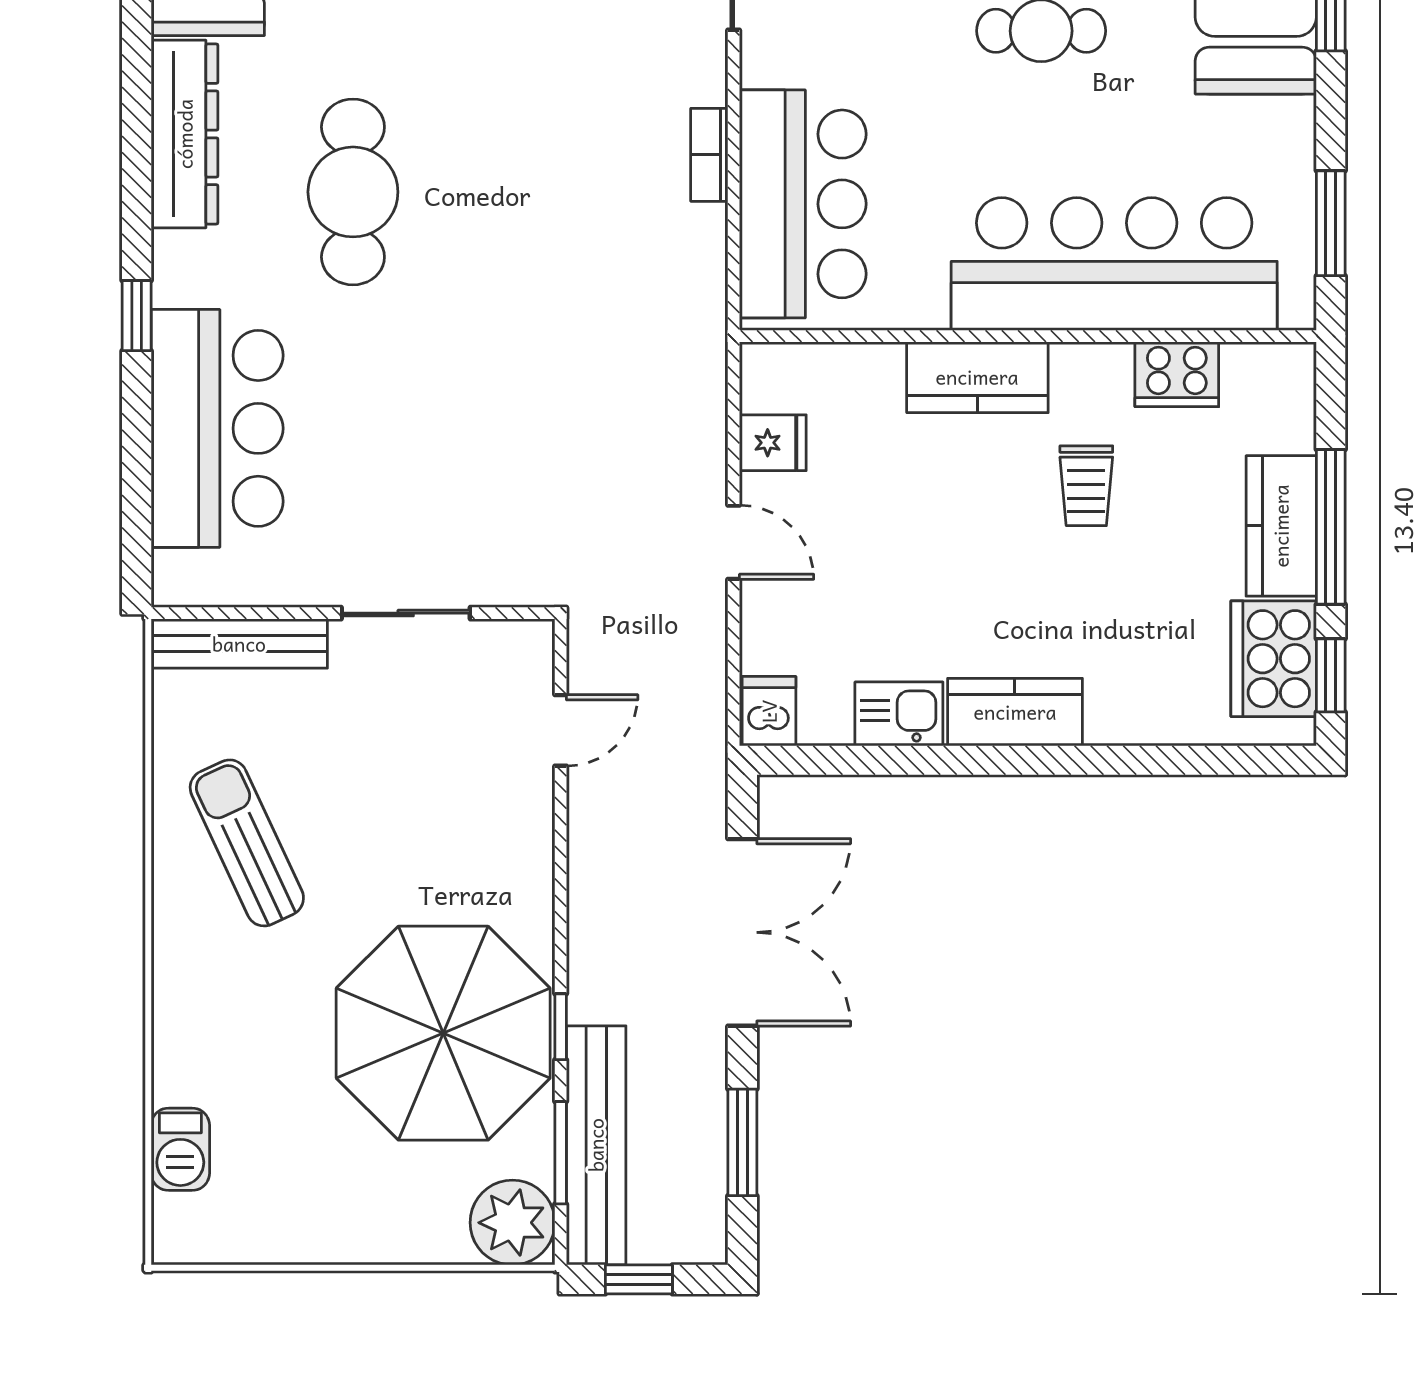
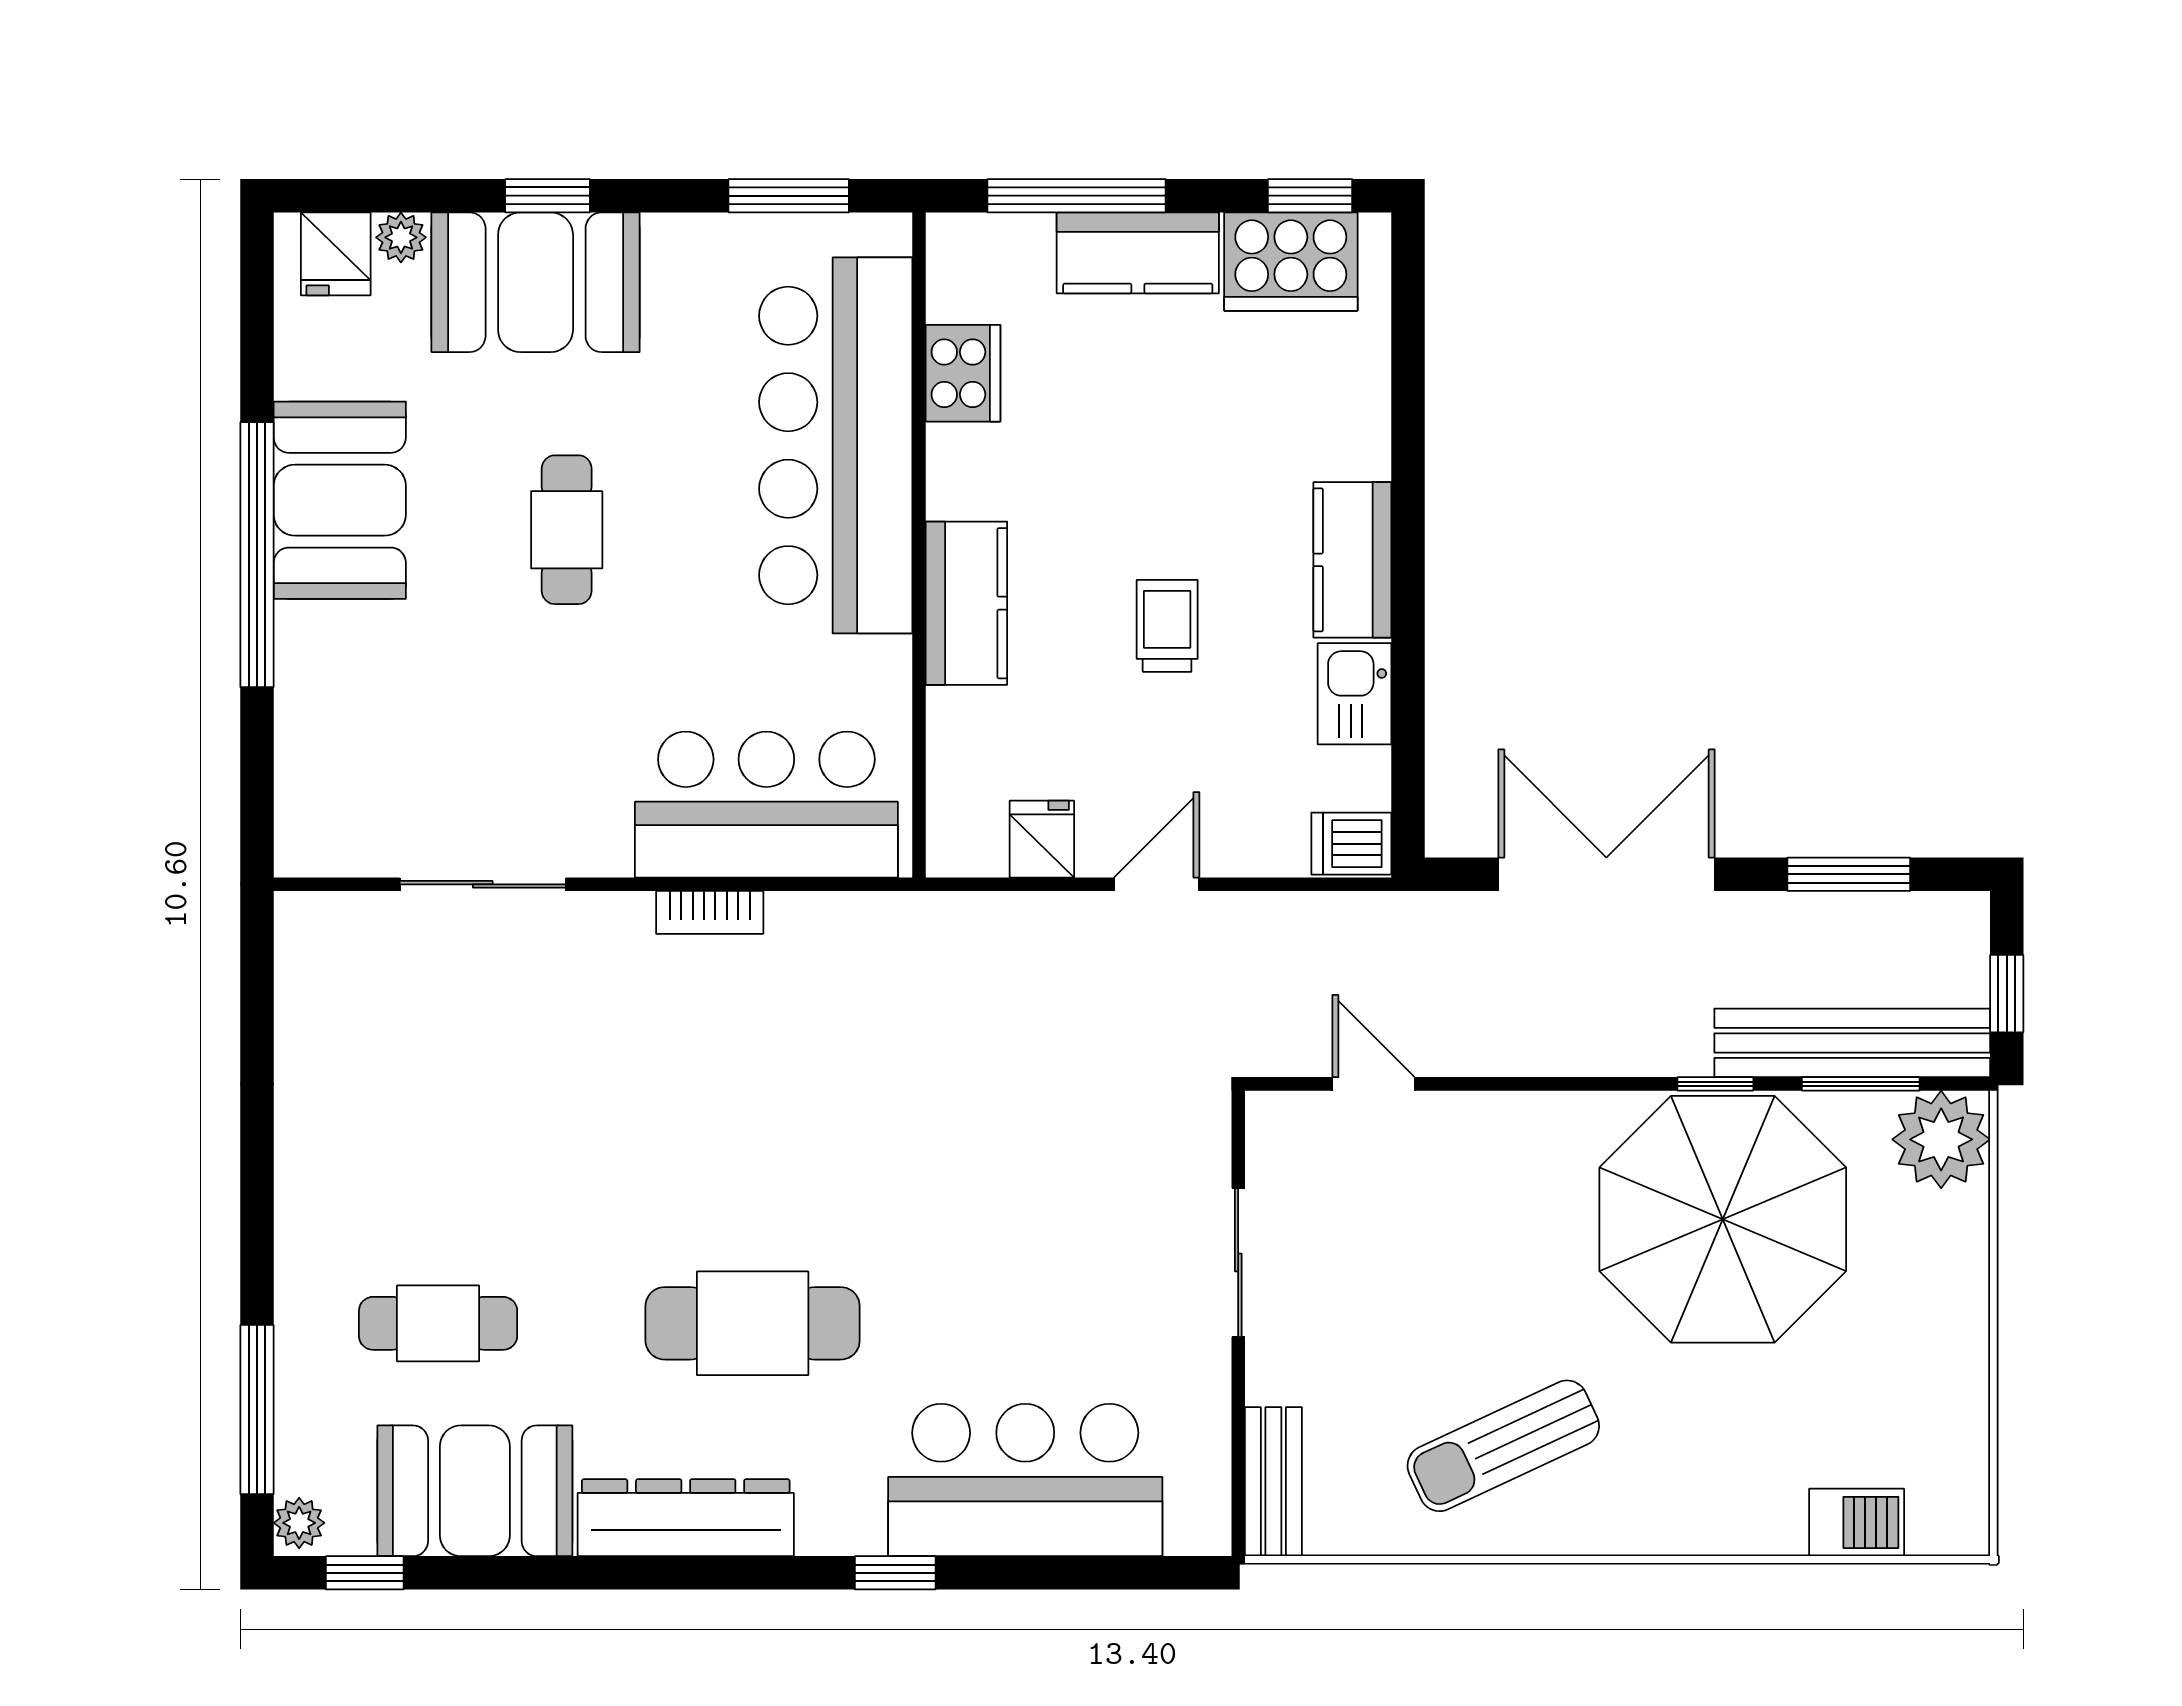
trolley: (1086, 486) -> (1167, 626), moved, turned -90
window: (1331, 527) -> (1077, 196), moved
bench: (239, 644) -> (1273, 1482), width x0.73

